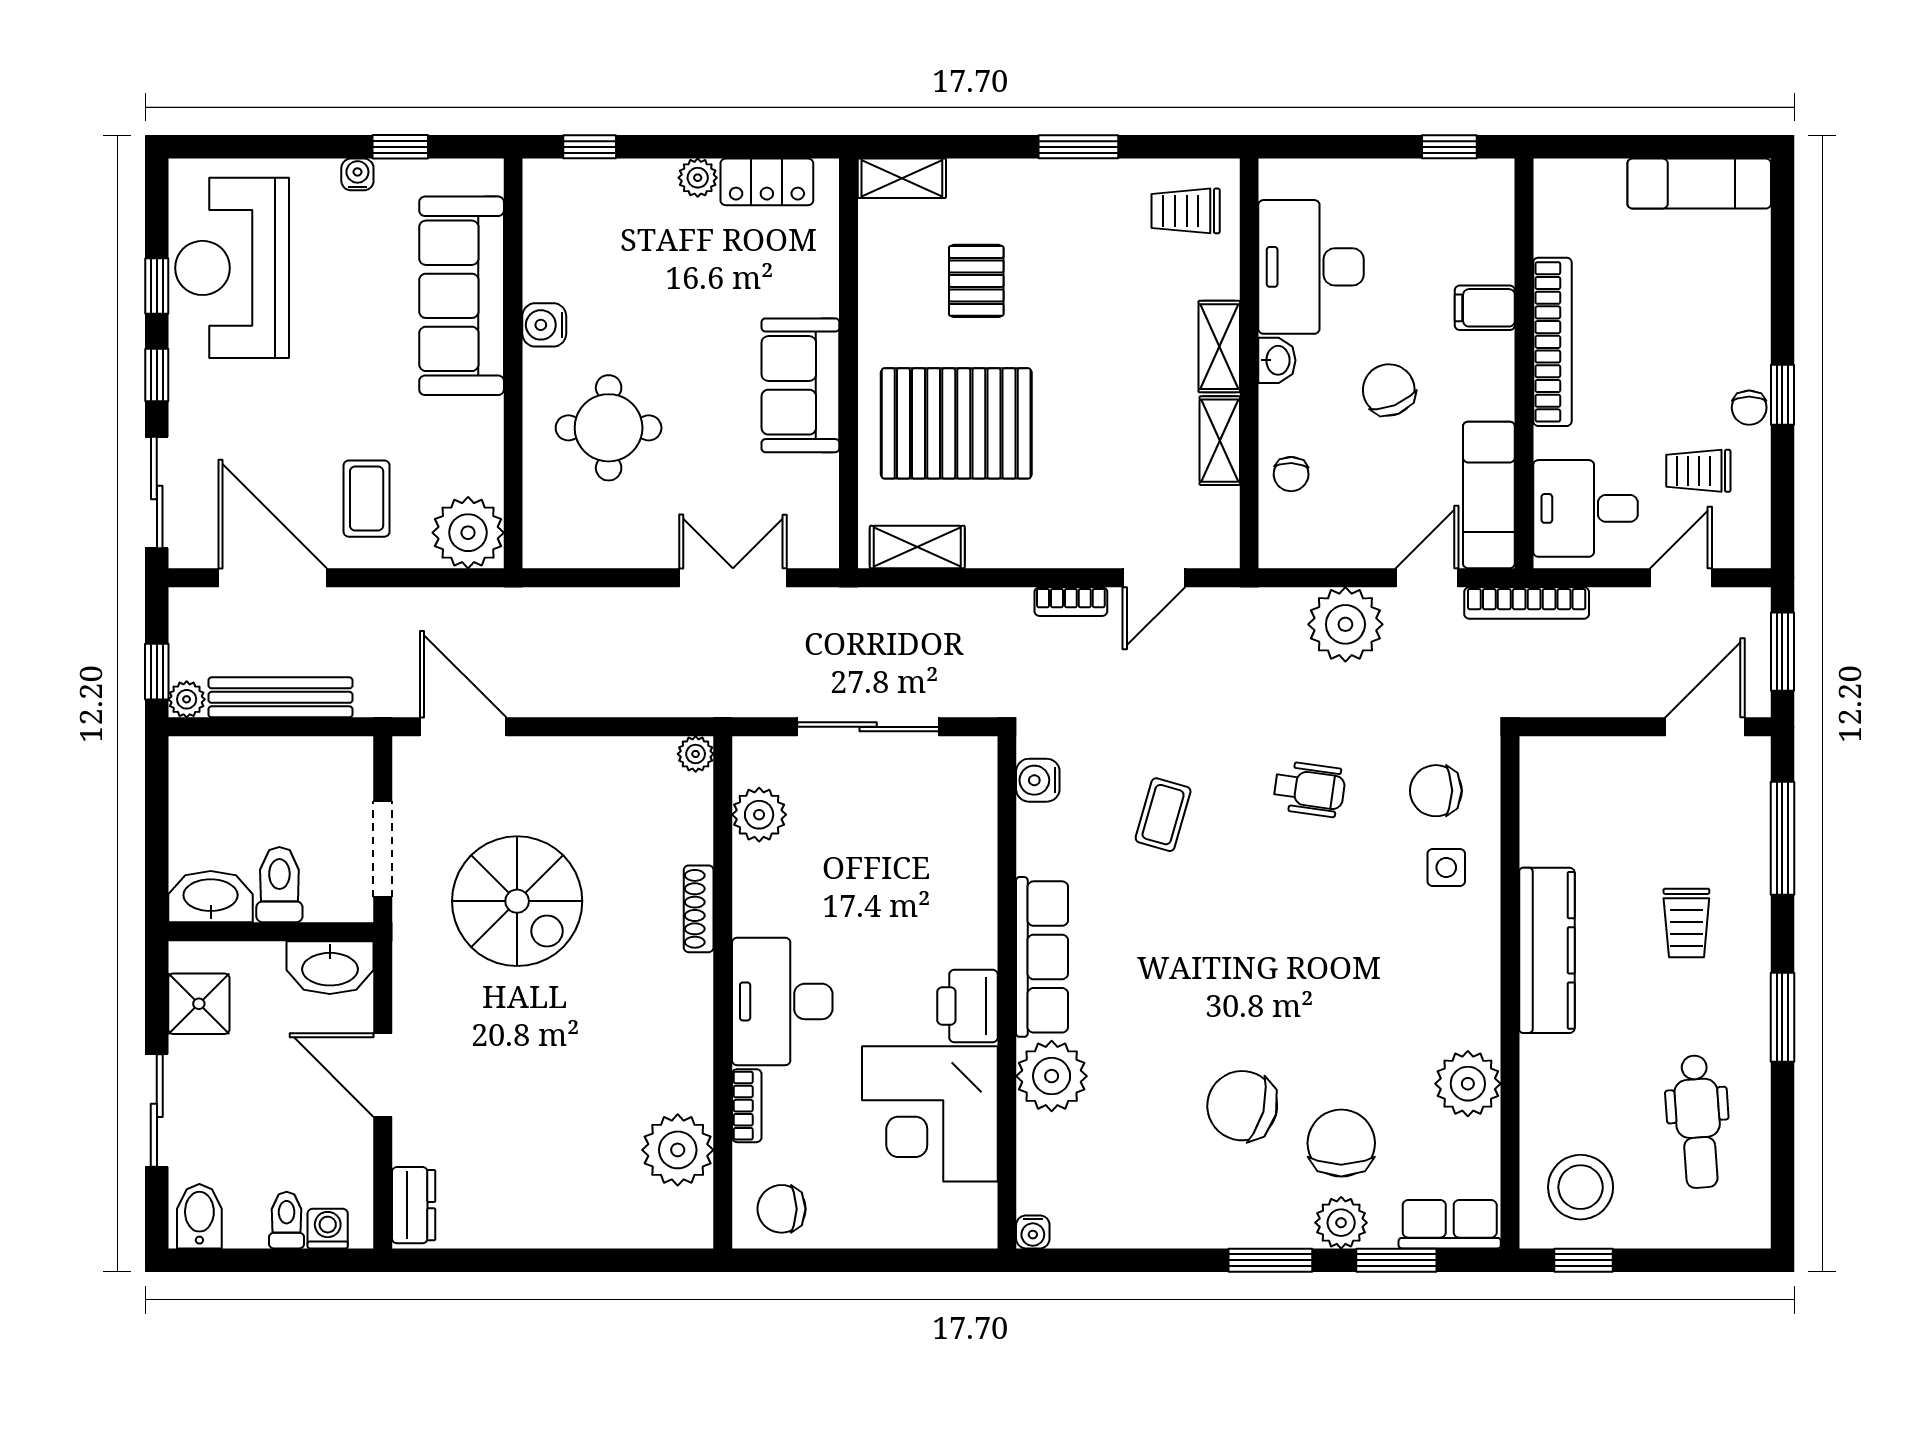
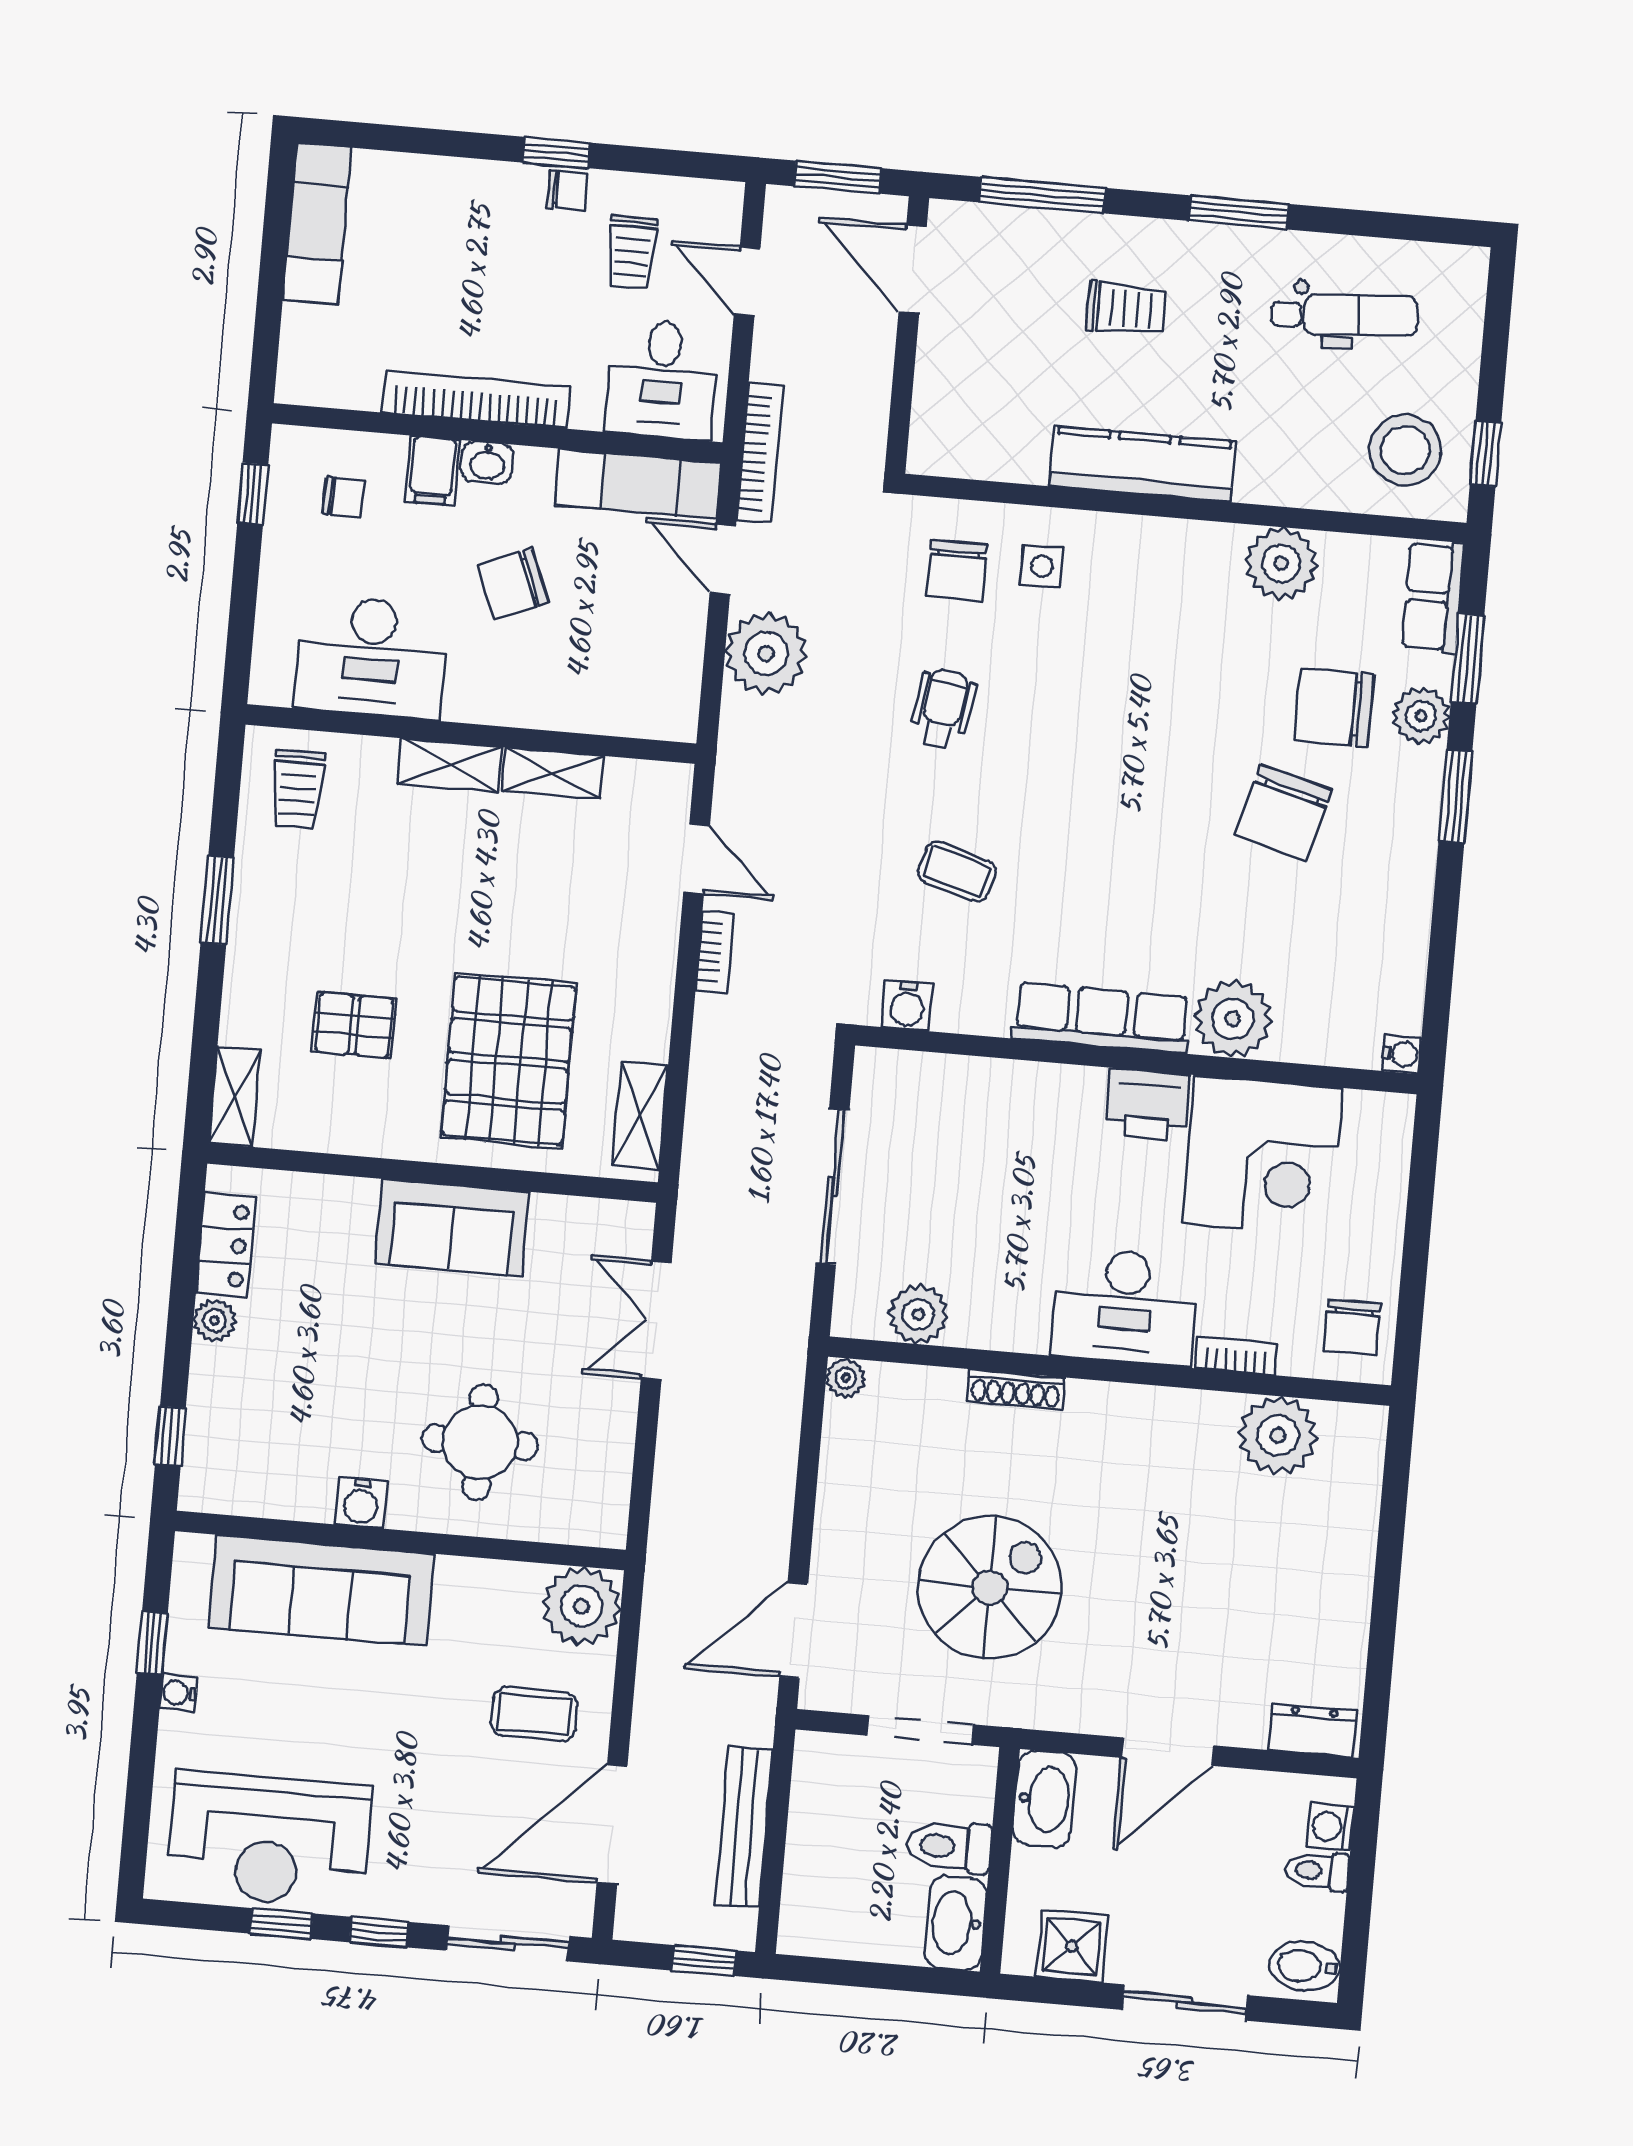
washbasin: (1277, 360) -> (487, 463), moved, turned 180
chair: (1291, 474) -> (343, 497), moved
plant: (187, 699) -> (737, 1930), removed

